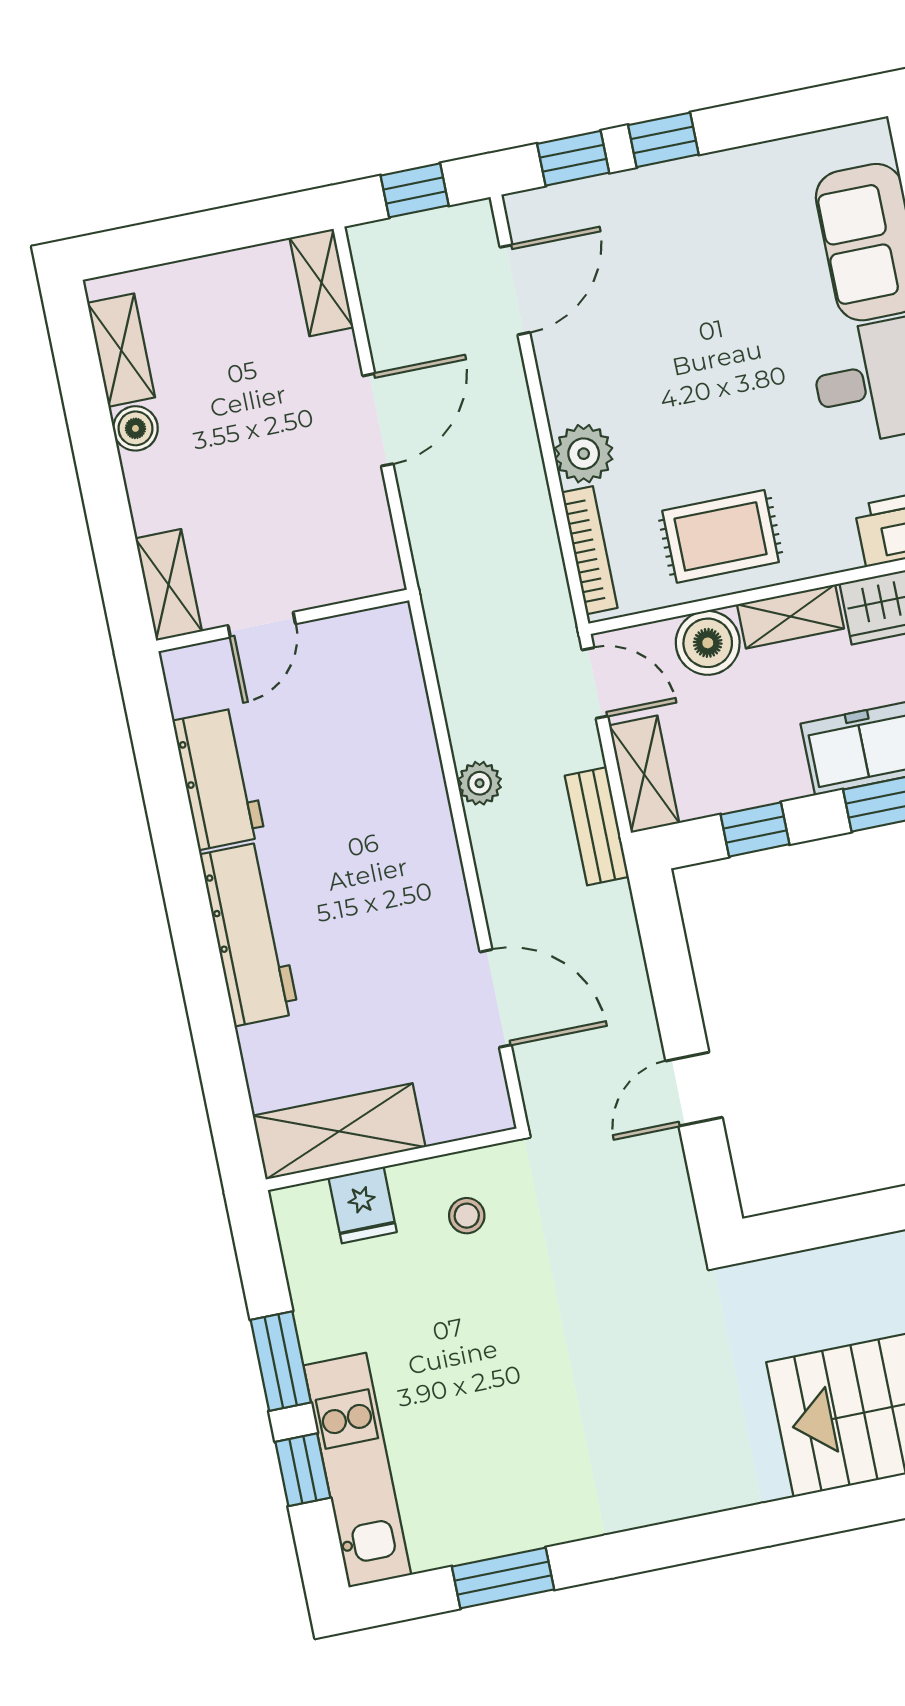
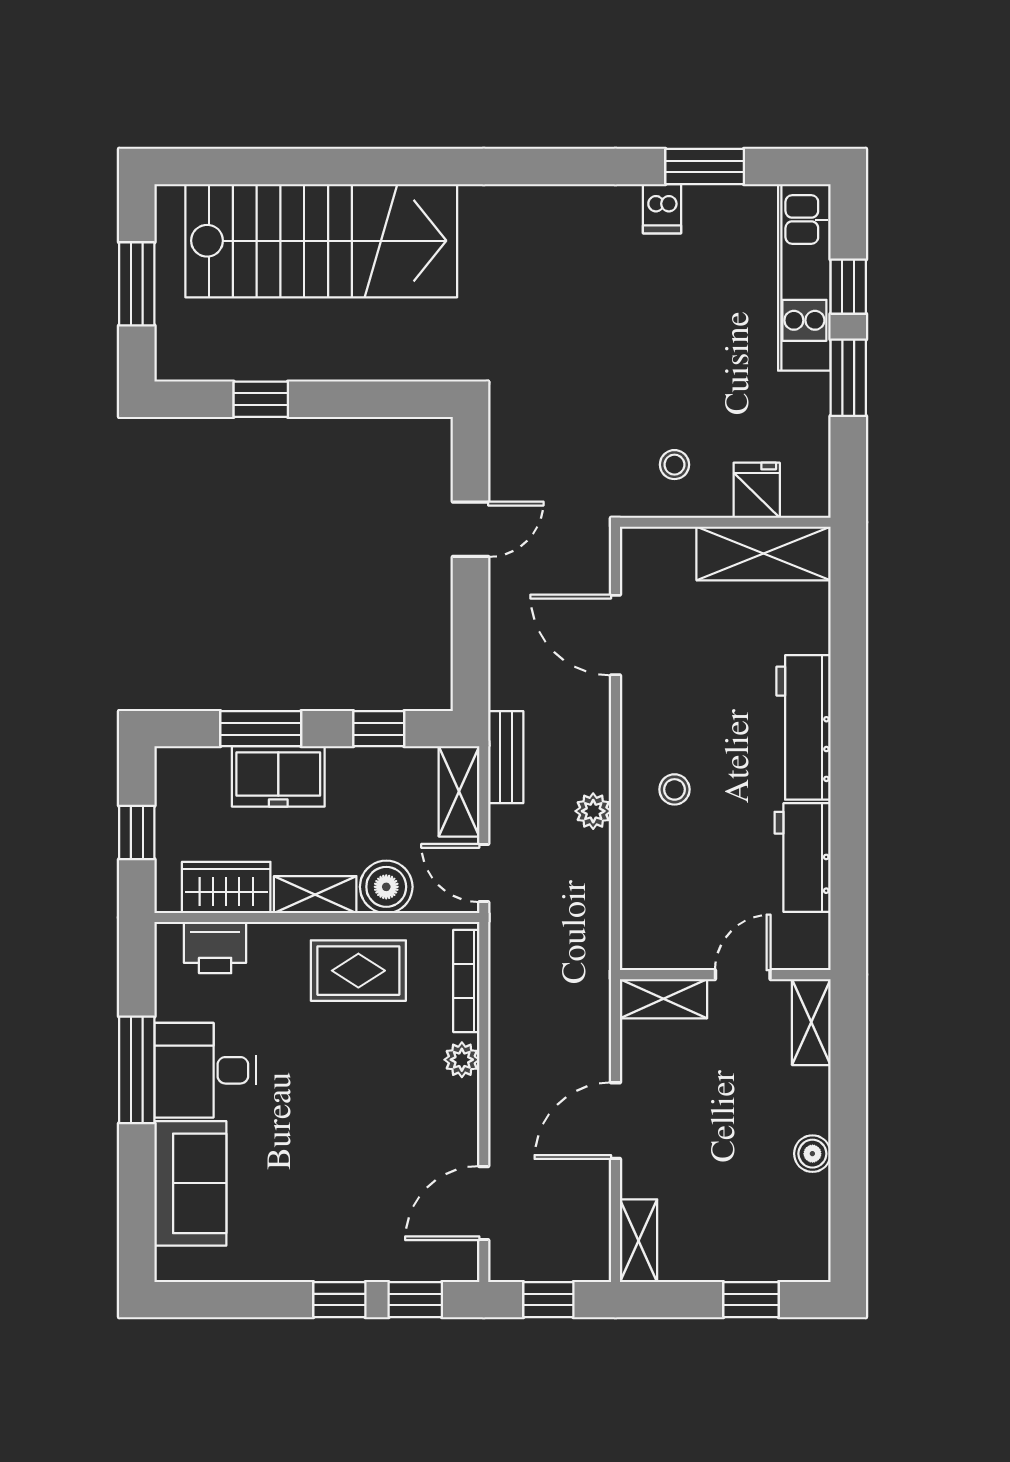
window: (173, 240) -> (751, 1300), added
shelving: (121, 350) -> (664, 999), moved, turned 90
plant: (584, 454) -> (462, 1060), width x0.73, depth x0.73
stool: (388, 829) -> (674, 789), added
dishwasher: (544, 1517) -> (662, 209), added

